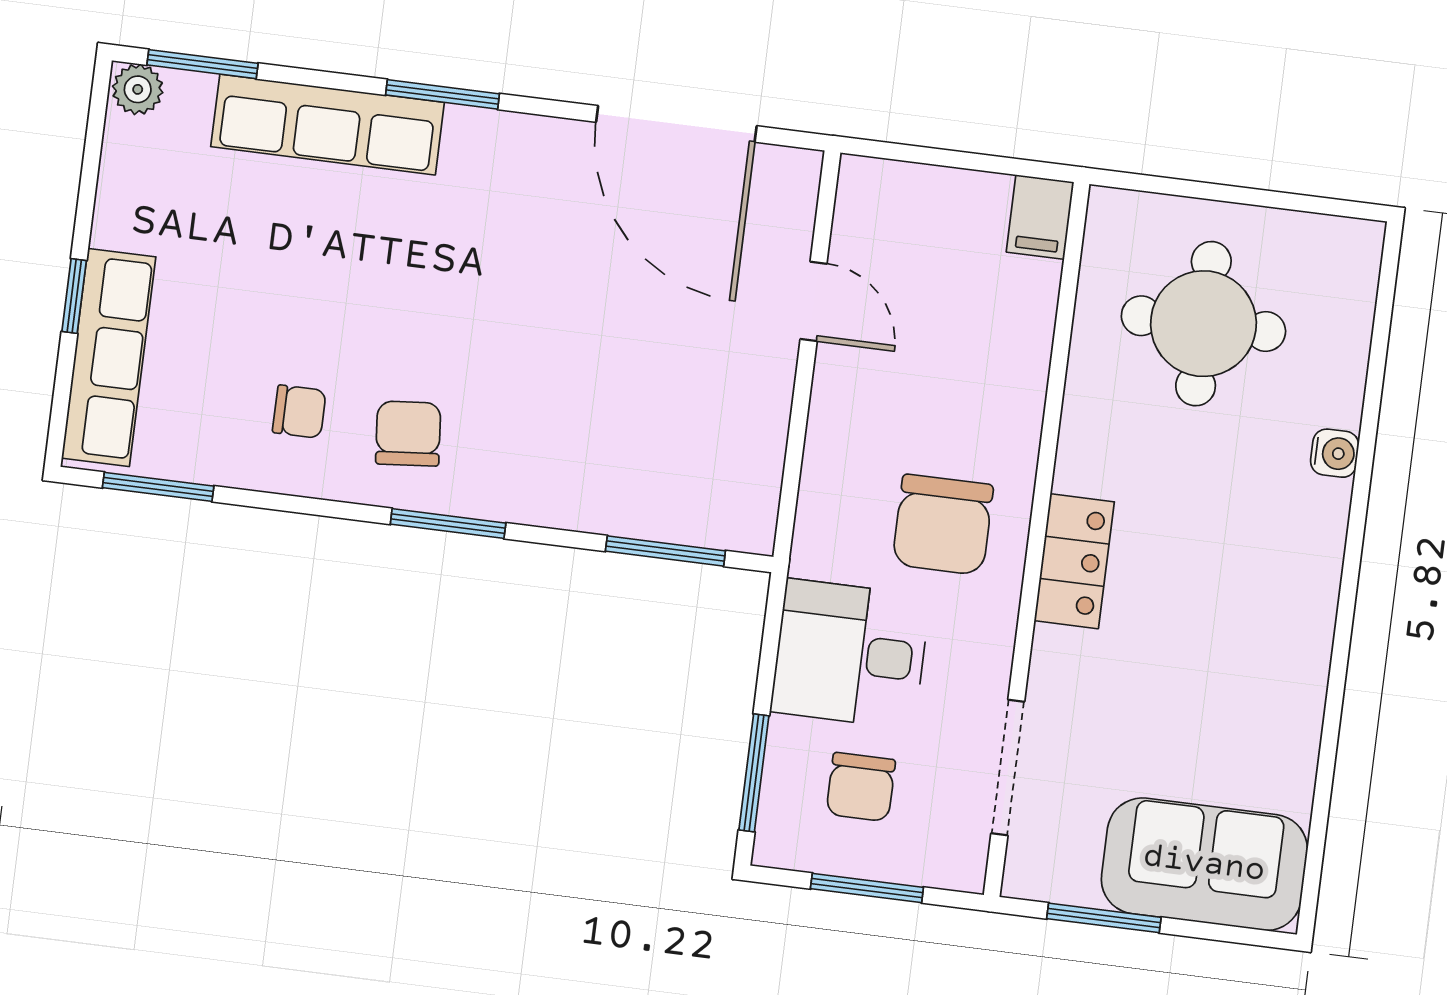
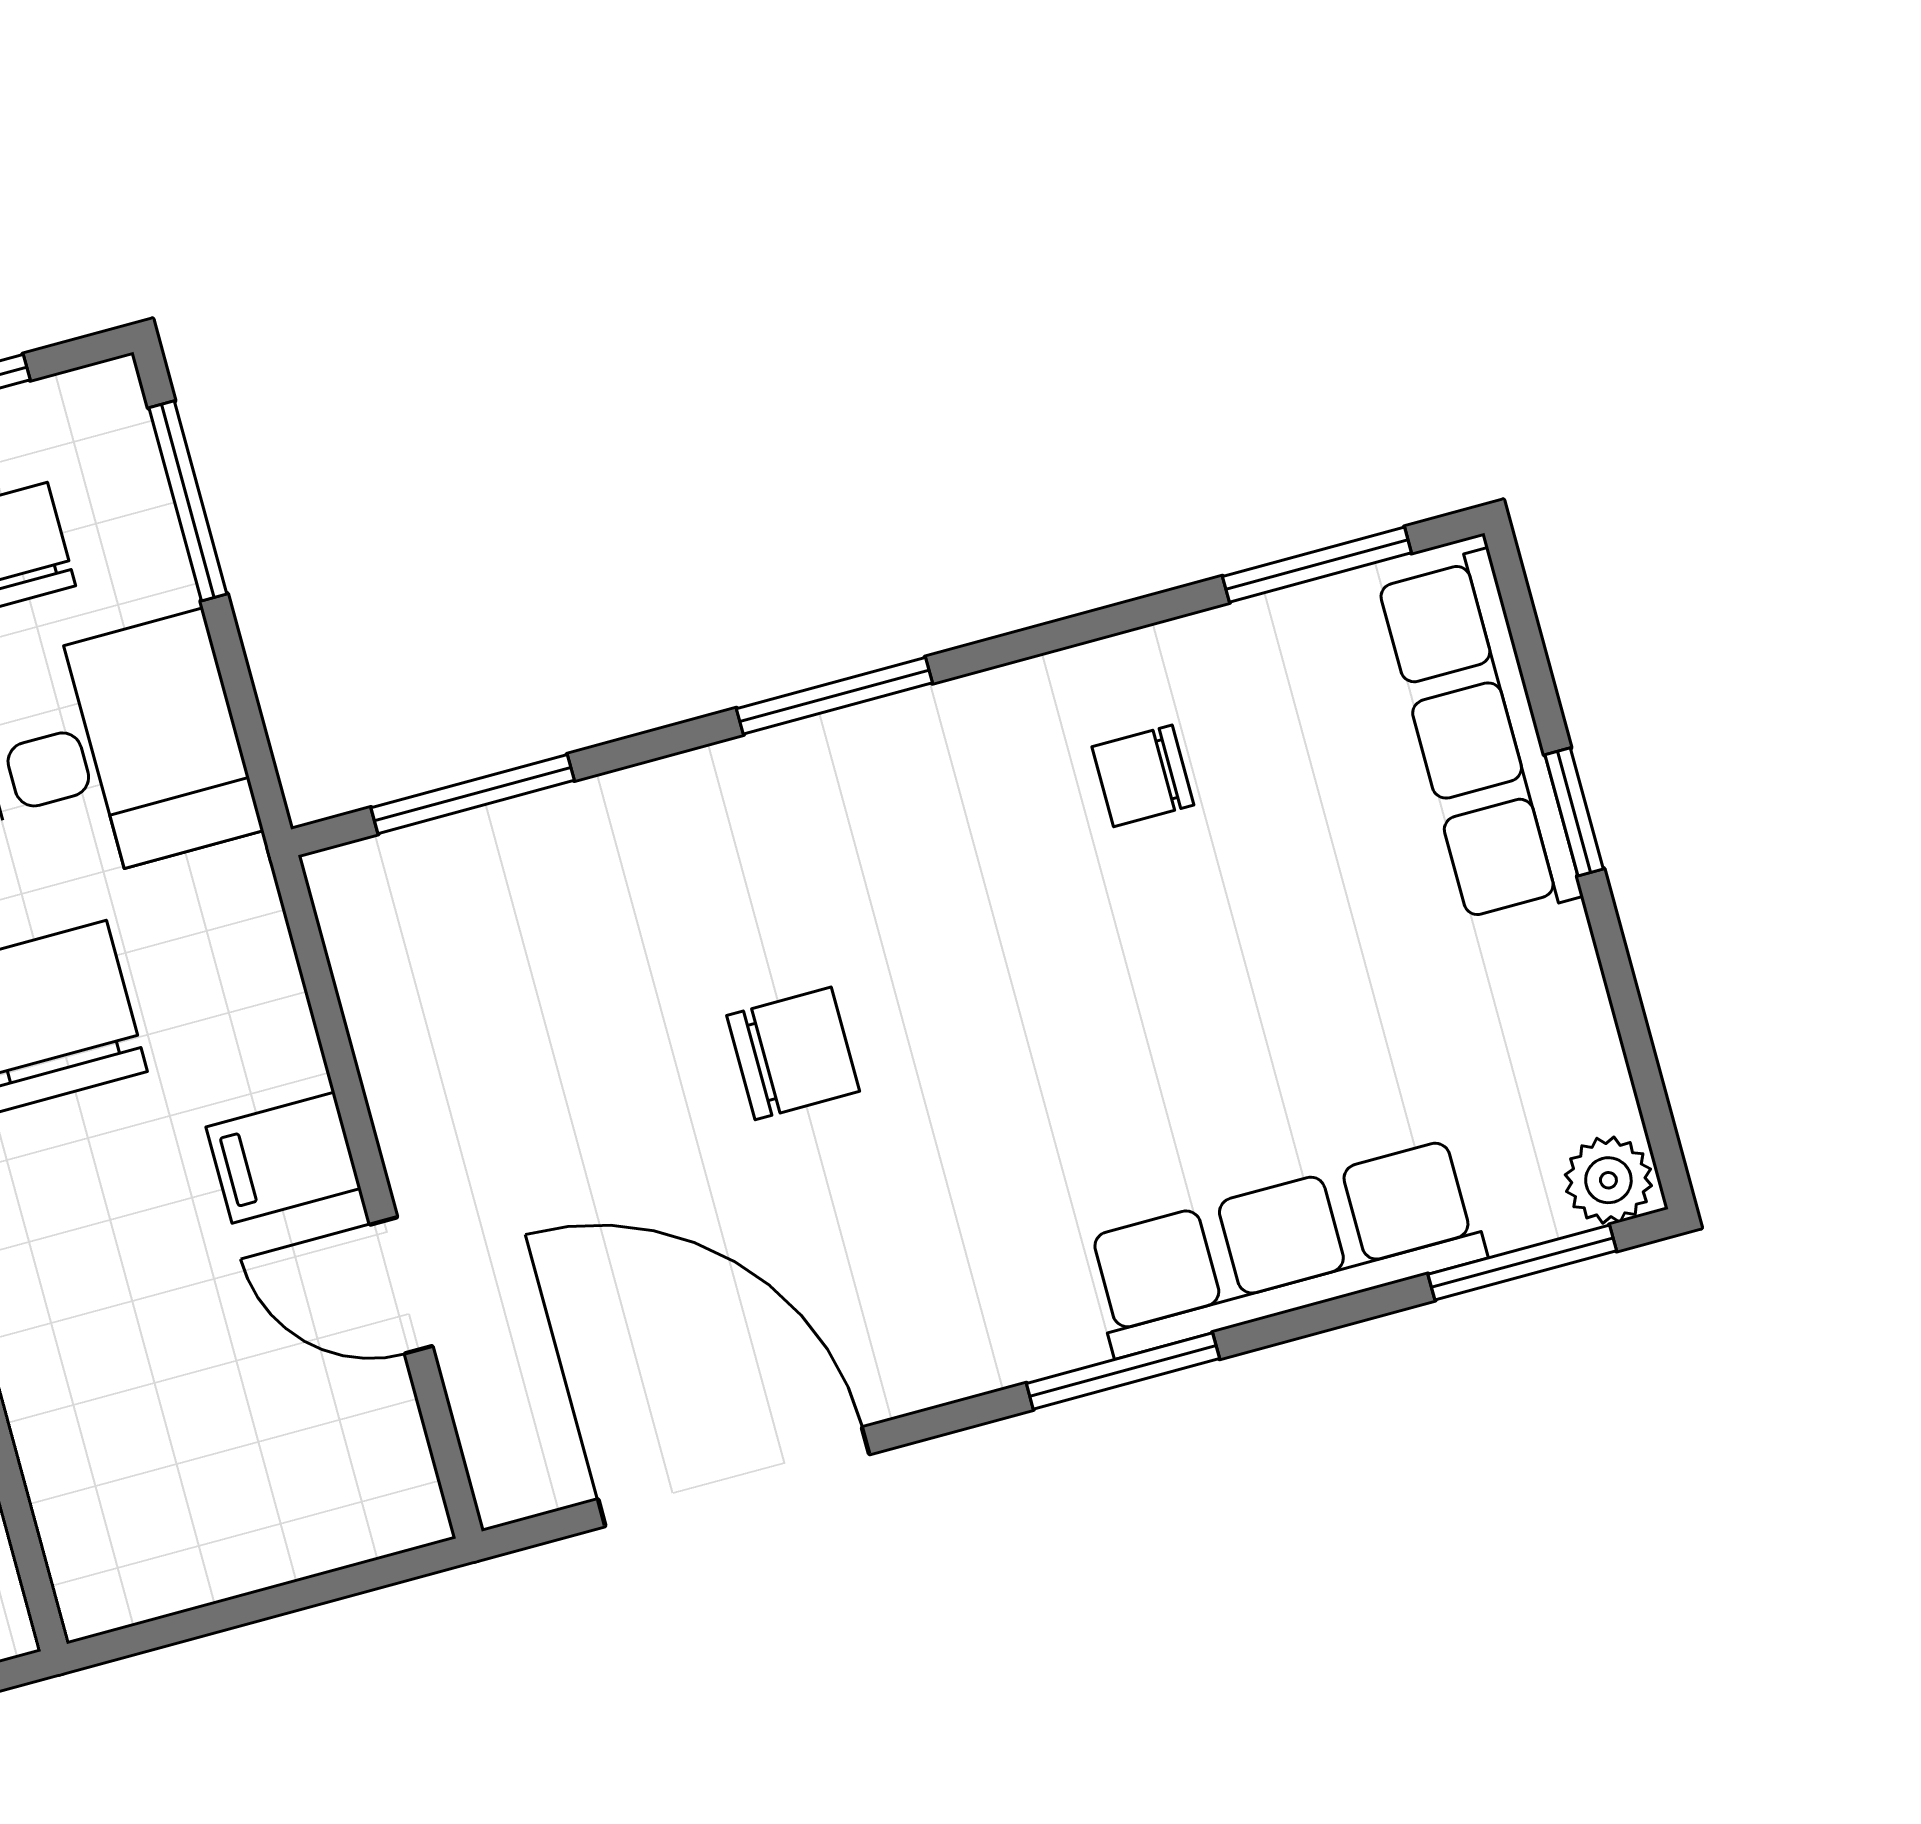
filing cabinet: (1040, 217) -> (283, 1158), moved, turned -90
chair: (408, 434) -> (793, 1053), moved, turned -85

